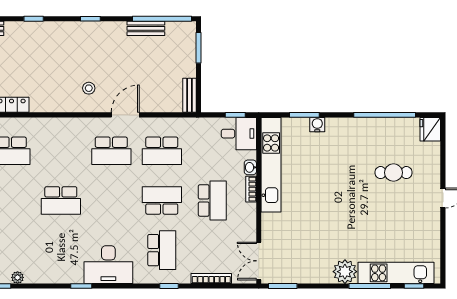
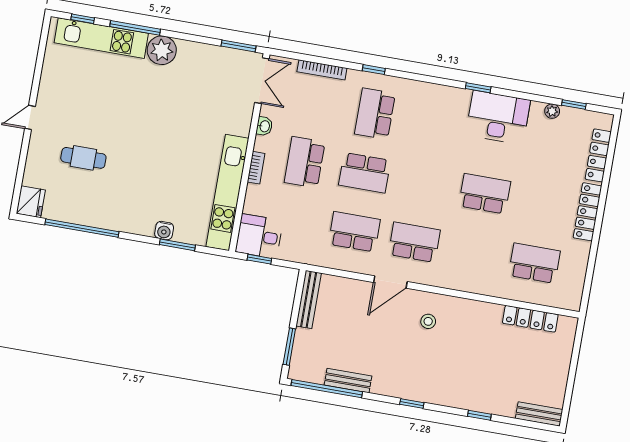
bench: (189, 95) -> (309, 299), width x1.36
washbasin: (250, 167) -> (264, 126), moved
desk: (108, 265) -> (498, 118), moved

